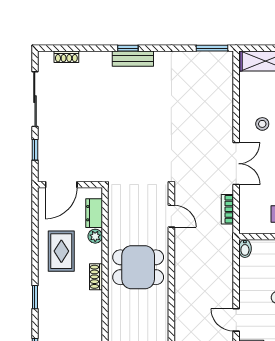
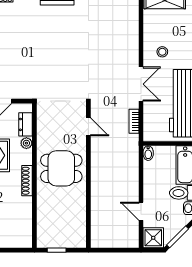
shoe rack: (96, 277) -> (27, 181), width x1.43

